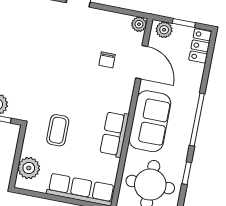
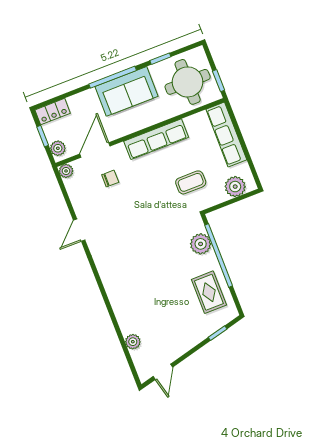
sofa: (150, 121) -> (126, 91), moved, turned 180
row of seats: (114, 134) -> (156, 139), width x1.48

